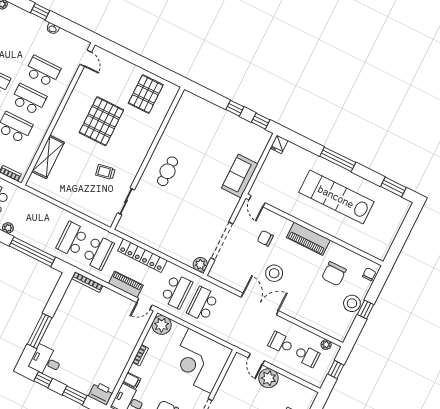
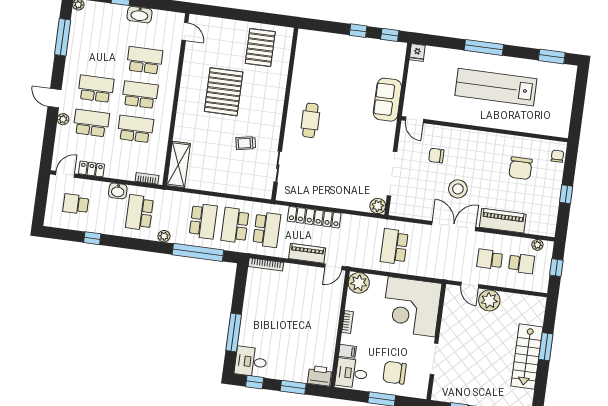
washbasin: (53, 29) -> (140, 15), width x1.91, depth x1.45
shelving: (48, 157) -> (178, 164), moved
piano: (308, 239) -> (503, 221), moved, turned 180
school desk: (176, 291) -> (203, 221), moved
stool: (352, 303) -> (550, 193), removed

